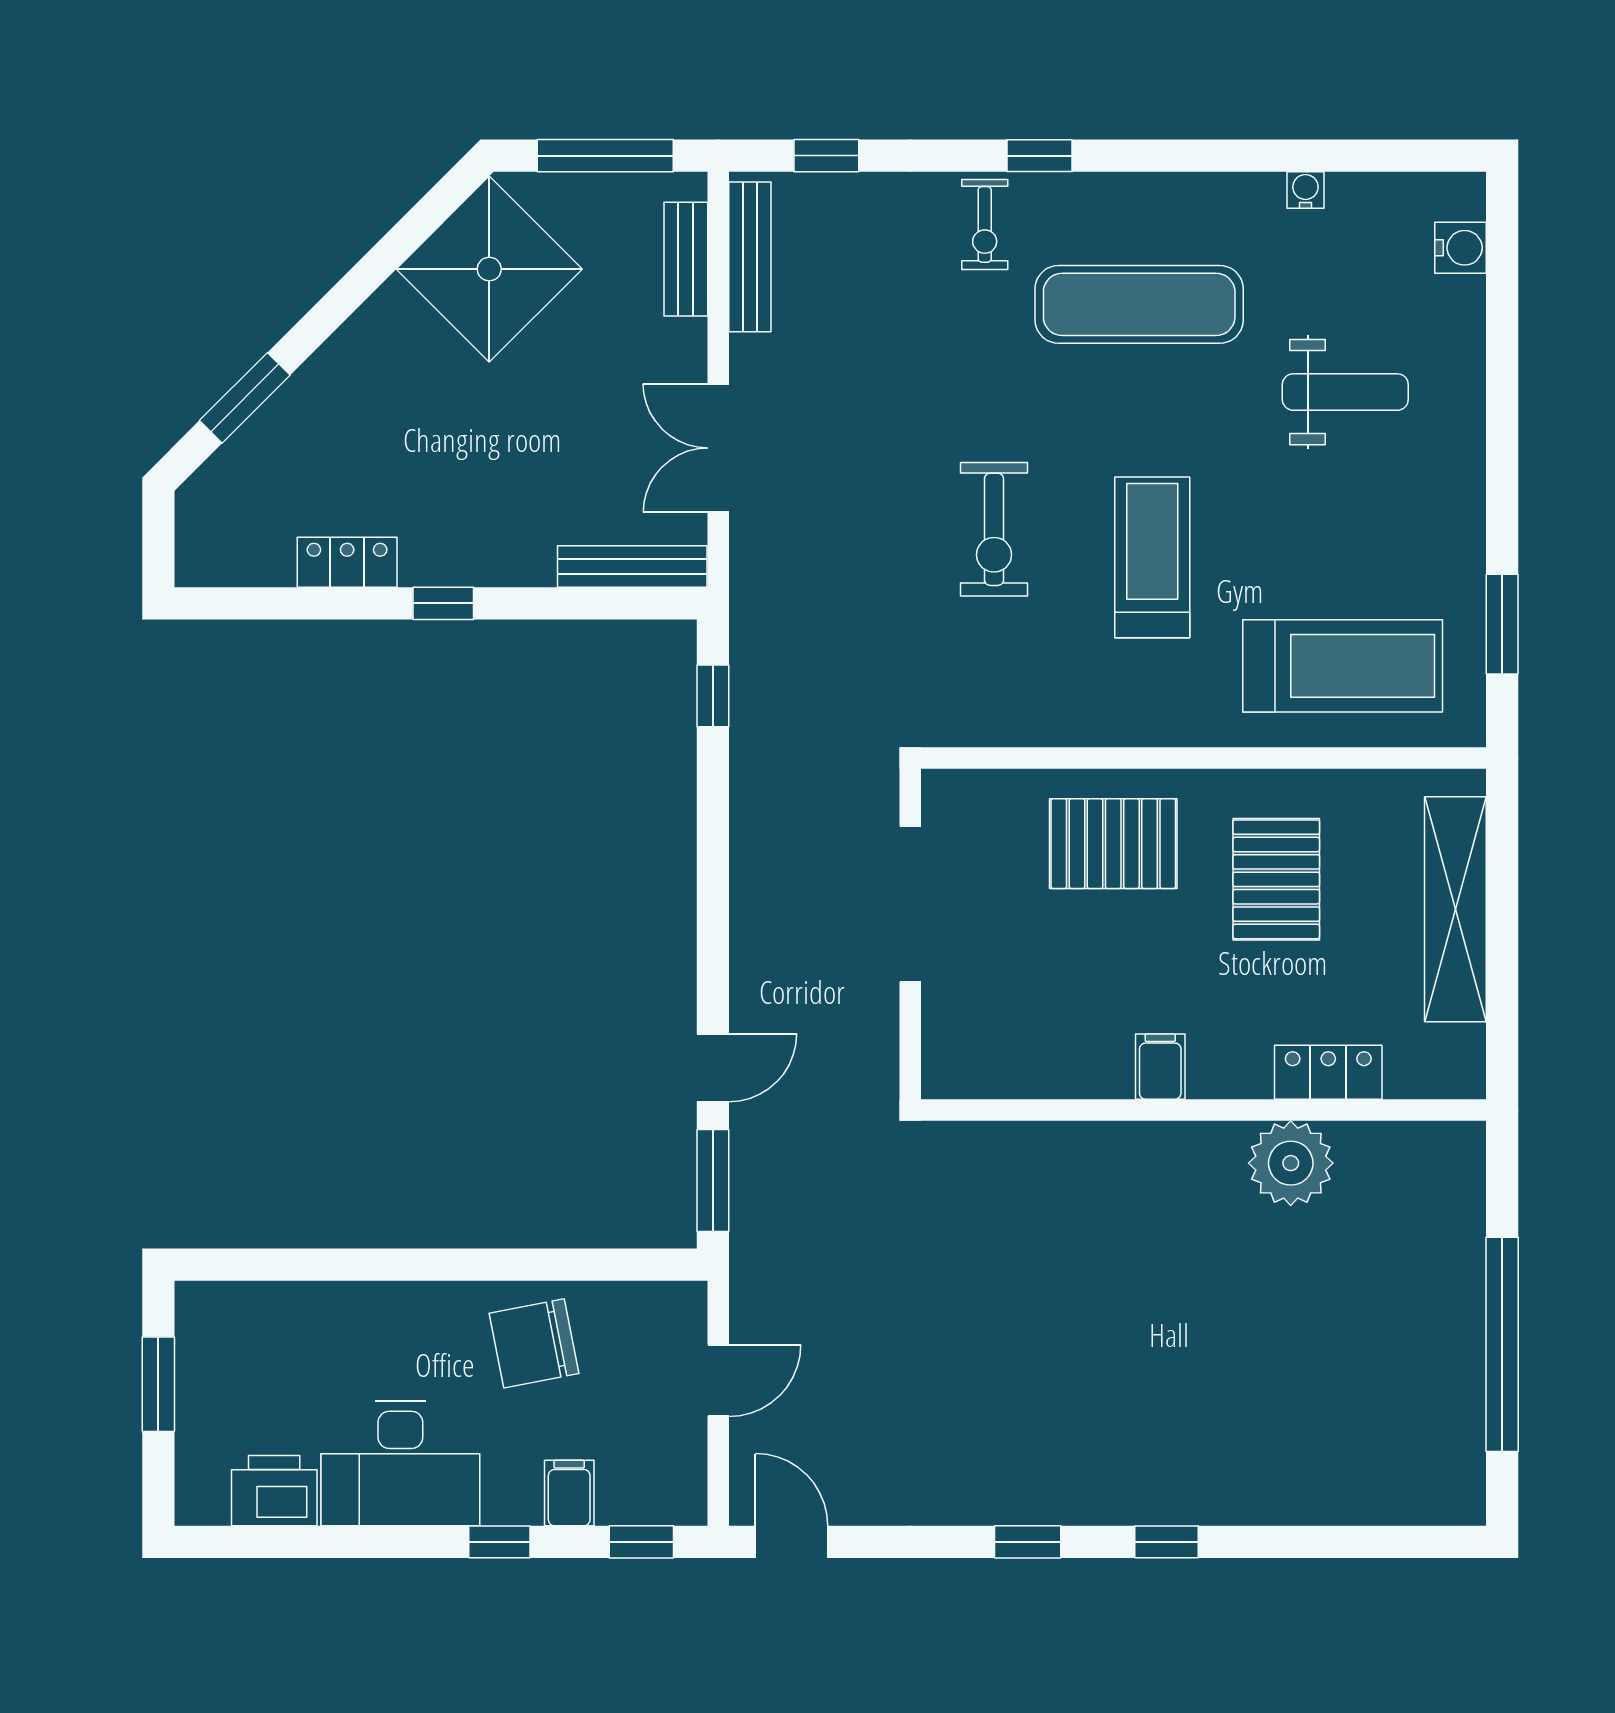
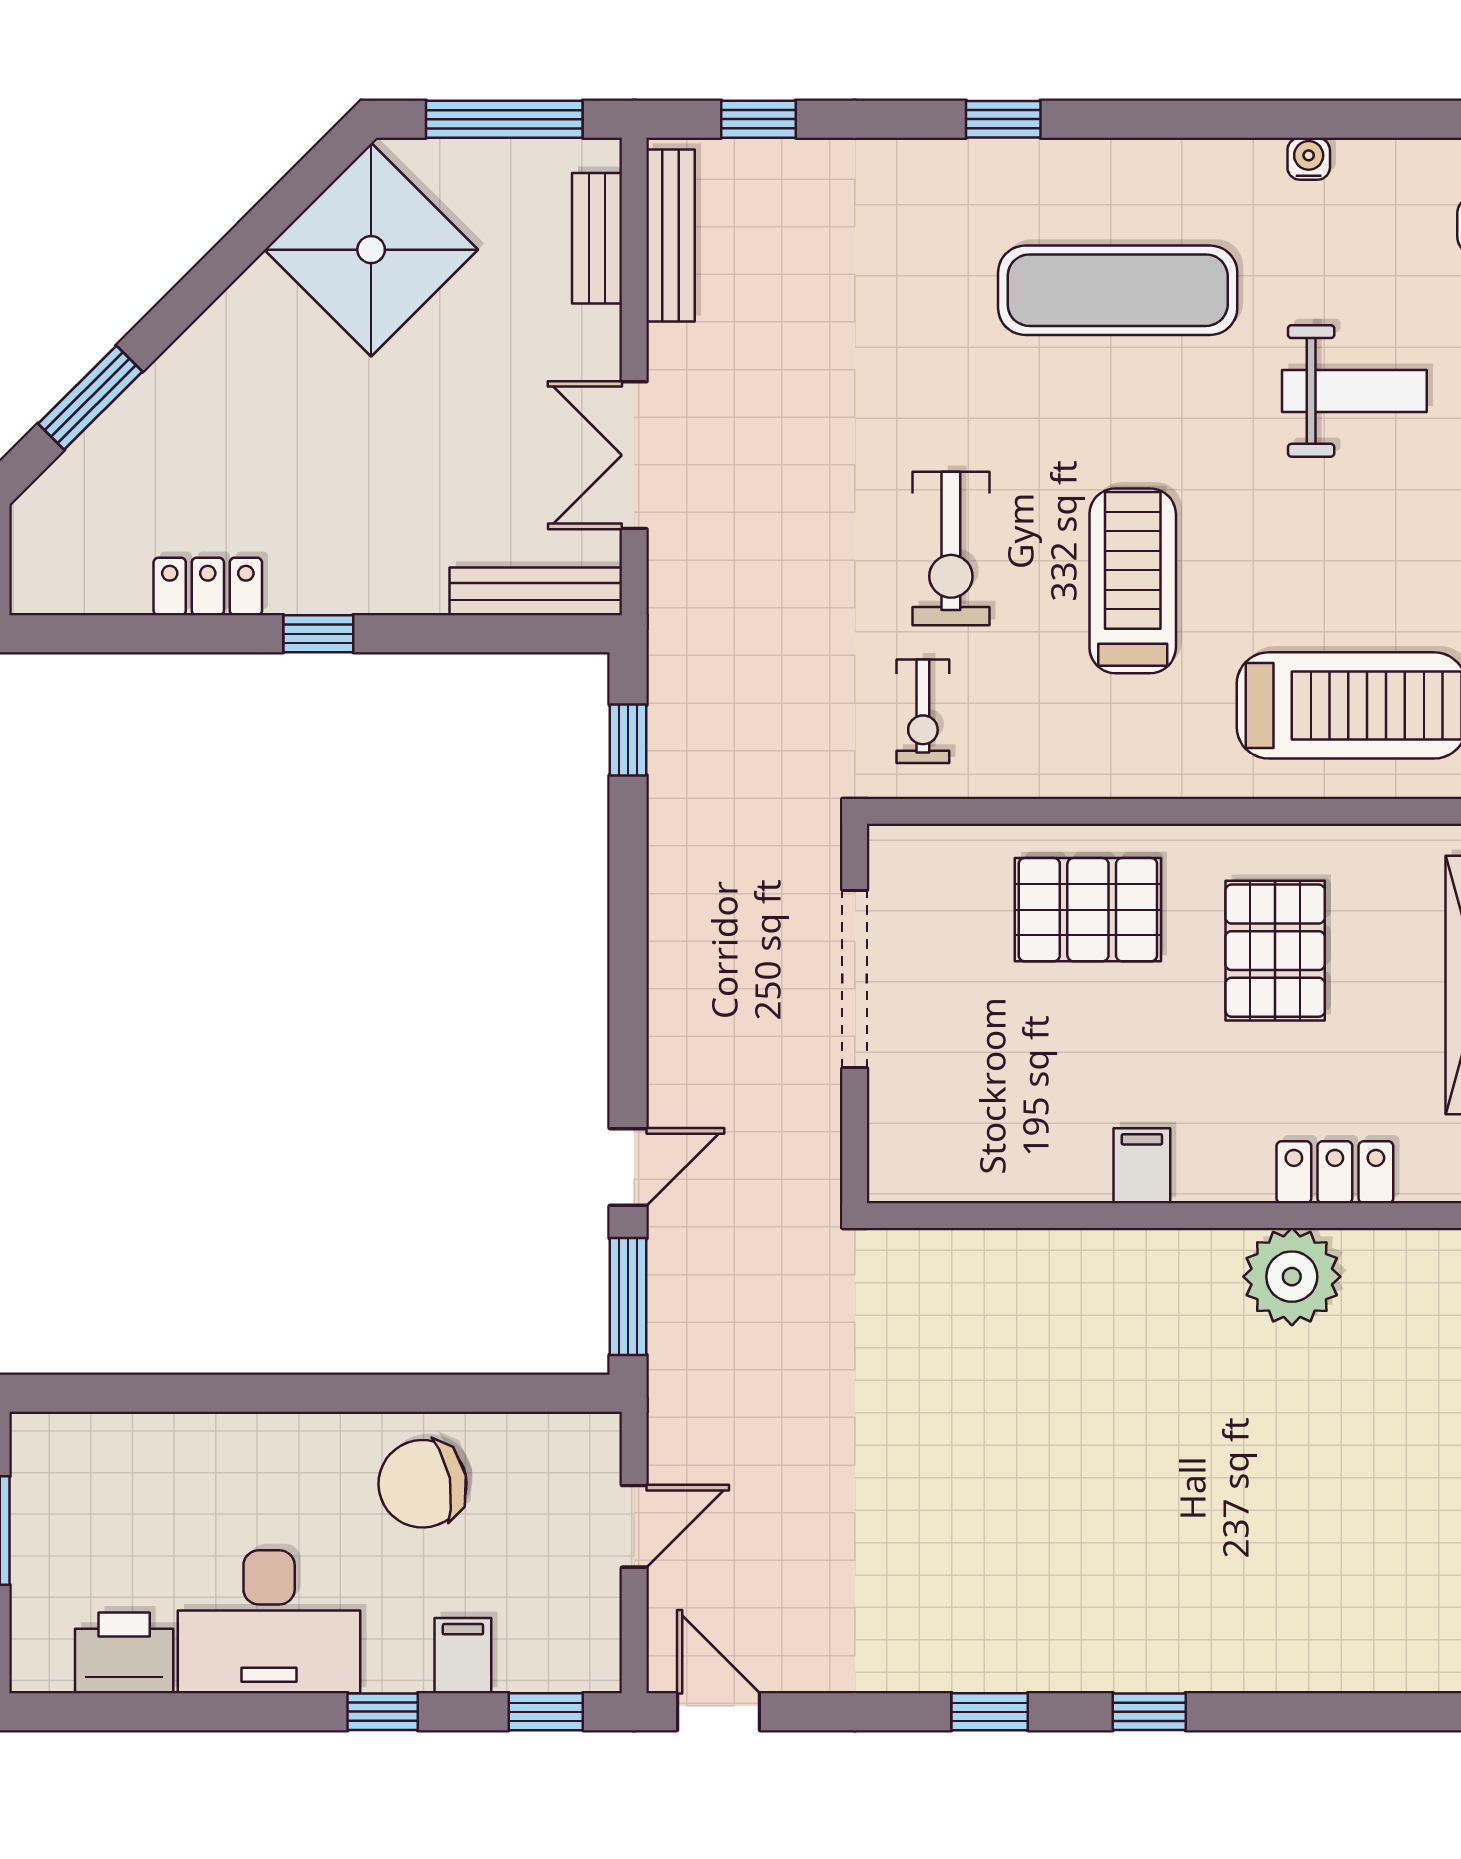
exercise bike: (985, 224) -> (923, 711), moved

